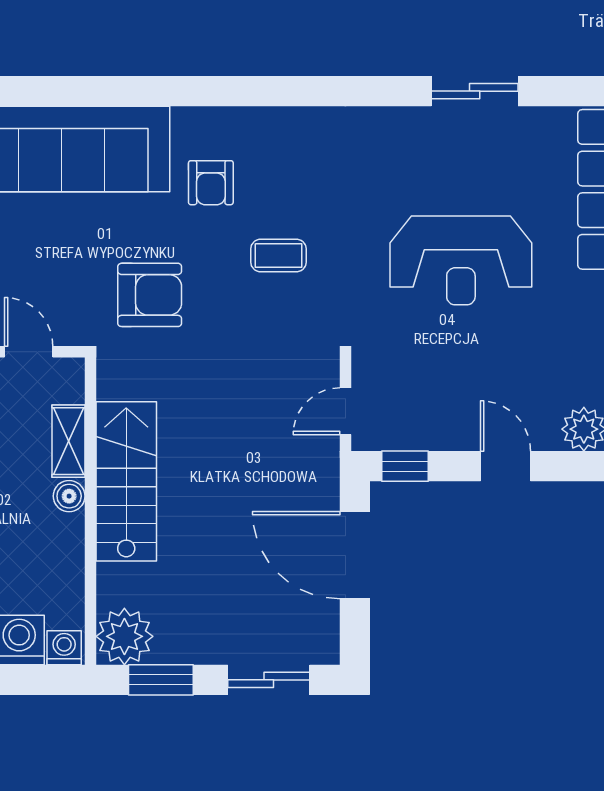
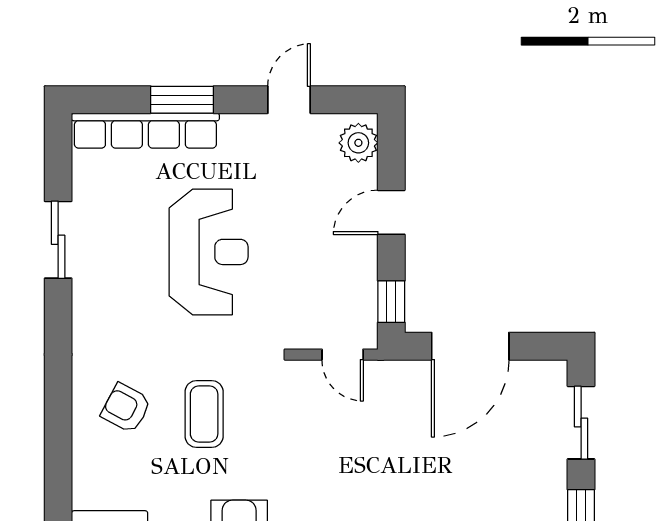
armchair: (211, 183) -> (126, 408), moved, turned -152
coffee table: (278, 255) -> (204, 414), width x1.36, depth x1.30

